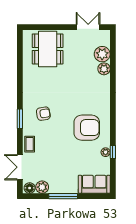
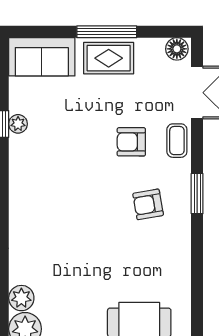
armchair: (87, 128) -> (131, 142), moved, width x0.53, depth x0.53
rug: (62, 184) -> (109, 58), added
plant: (42, 187) -> (151, 51), removed

